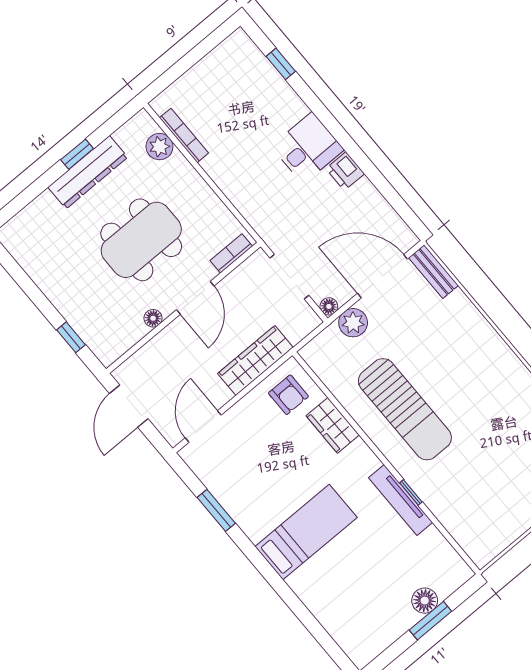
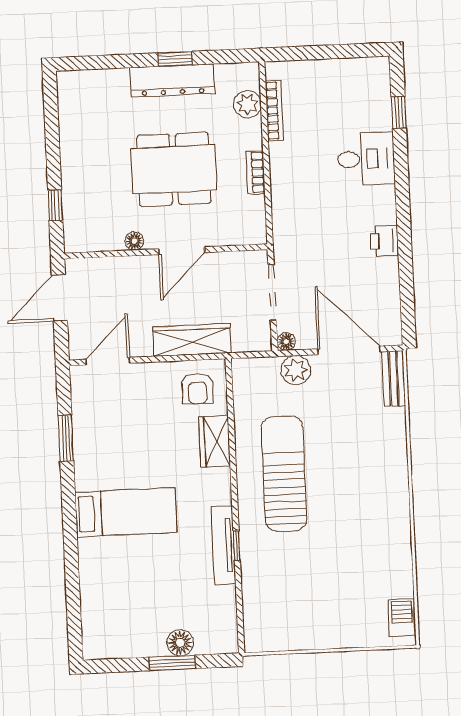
desk: (308, 148) -> (366, 159), moved
bookcase: (231, 253) -> (256, 172), moved, turned -90
sun lounger: (405, 409) -> (284, 474), turned 180

